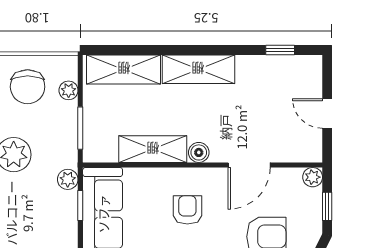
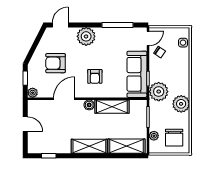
chair: (28, 87) -> (174, 138), turned 180
plant: (68, 179) -> (159, 92), width x1.88, depth x1.88

